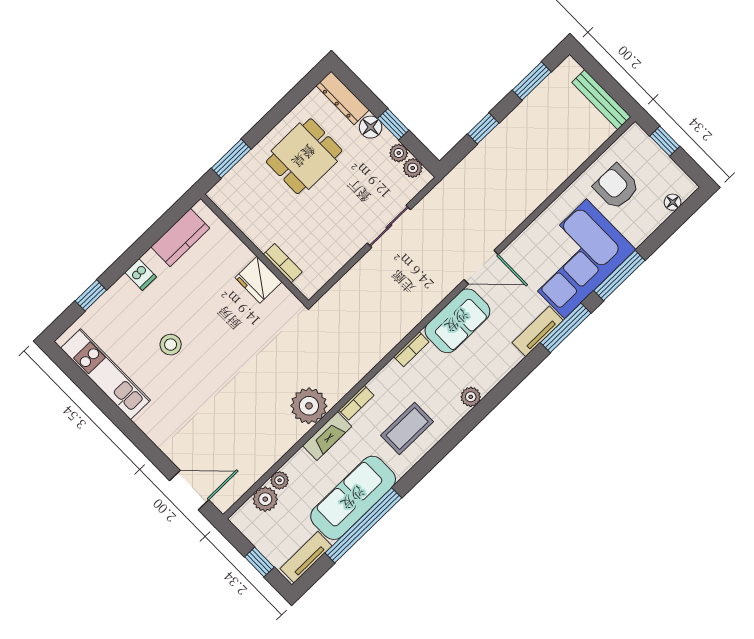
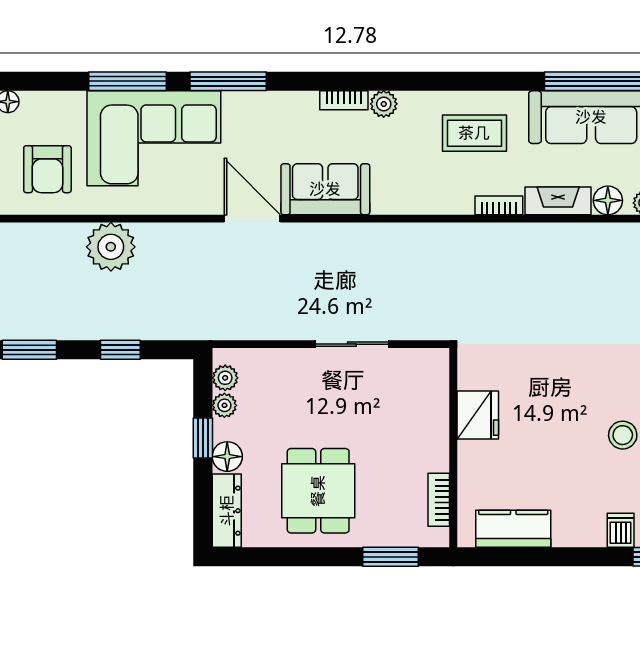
dining table: (304, 156) -> (318, 491), turned 90
sliding door: (389, 226) -> (352, 344), moved
bookcase: (283, 263) -> (439, 500), moved
dishwasher: (141, 275) -> (621, 530), moved
tv unit: (538, 331) -> (258, 104), removed
bookcase: (411, 349) -> (344, 100), moved, turned 180
plant: (309, 406) -> (111, 247), moved
floor lamp: (301, 462) -> (608, 200), added

